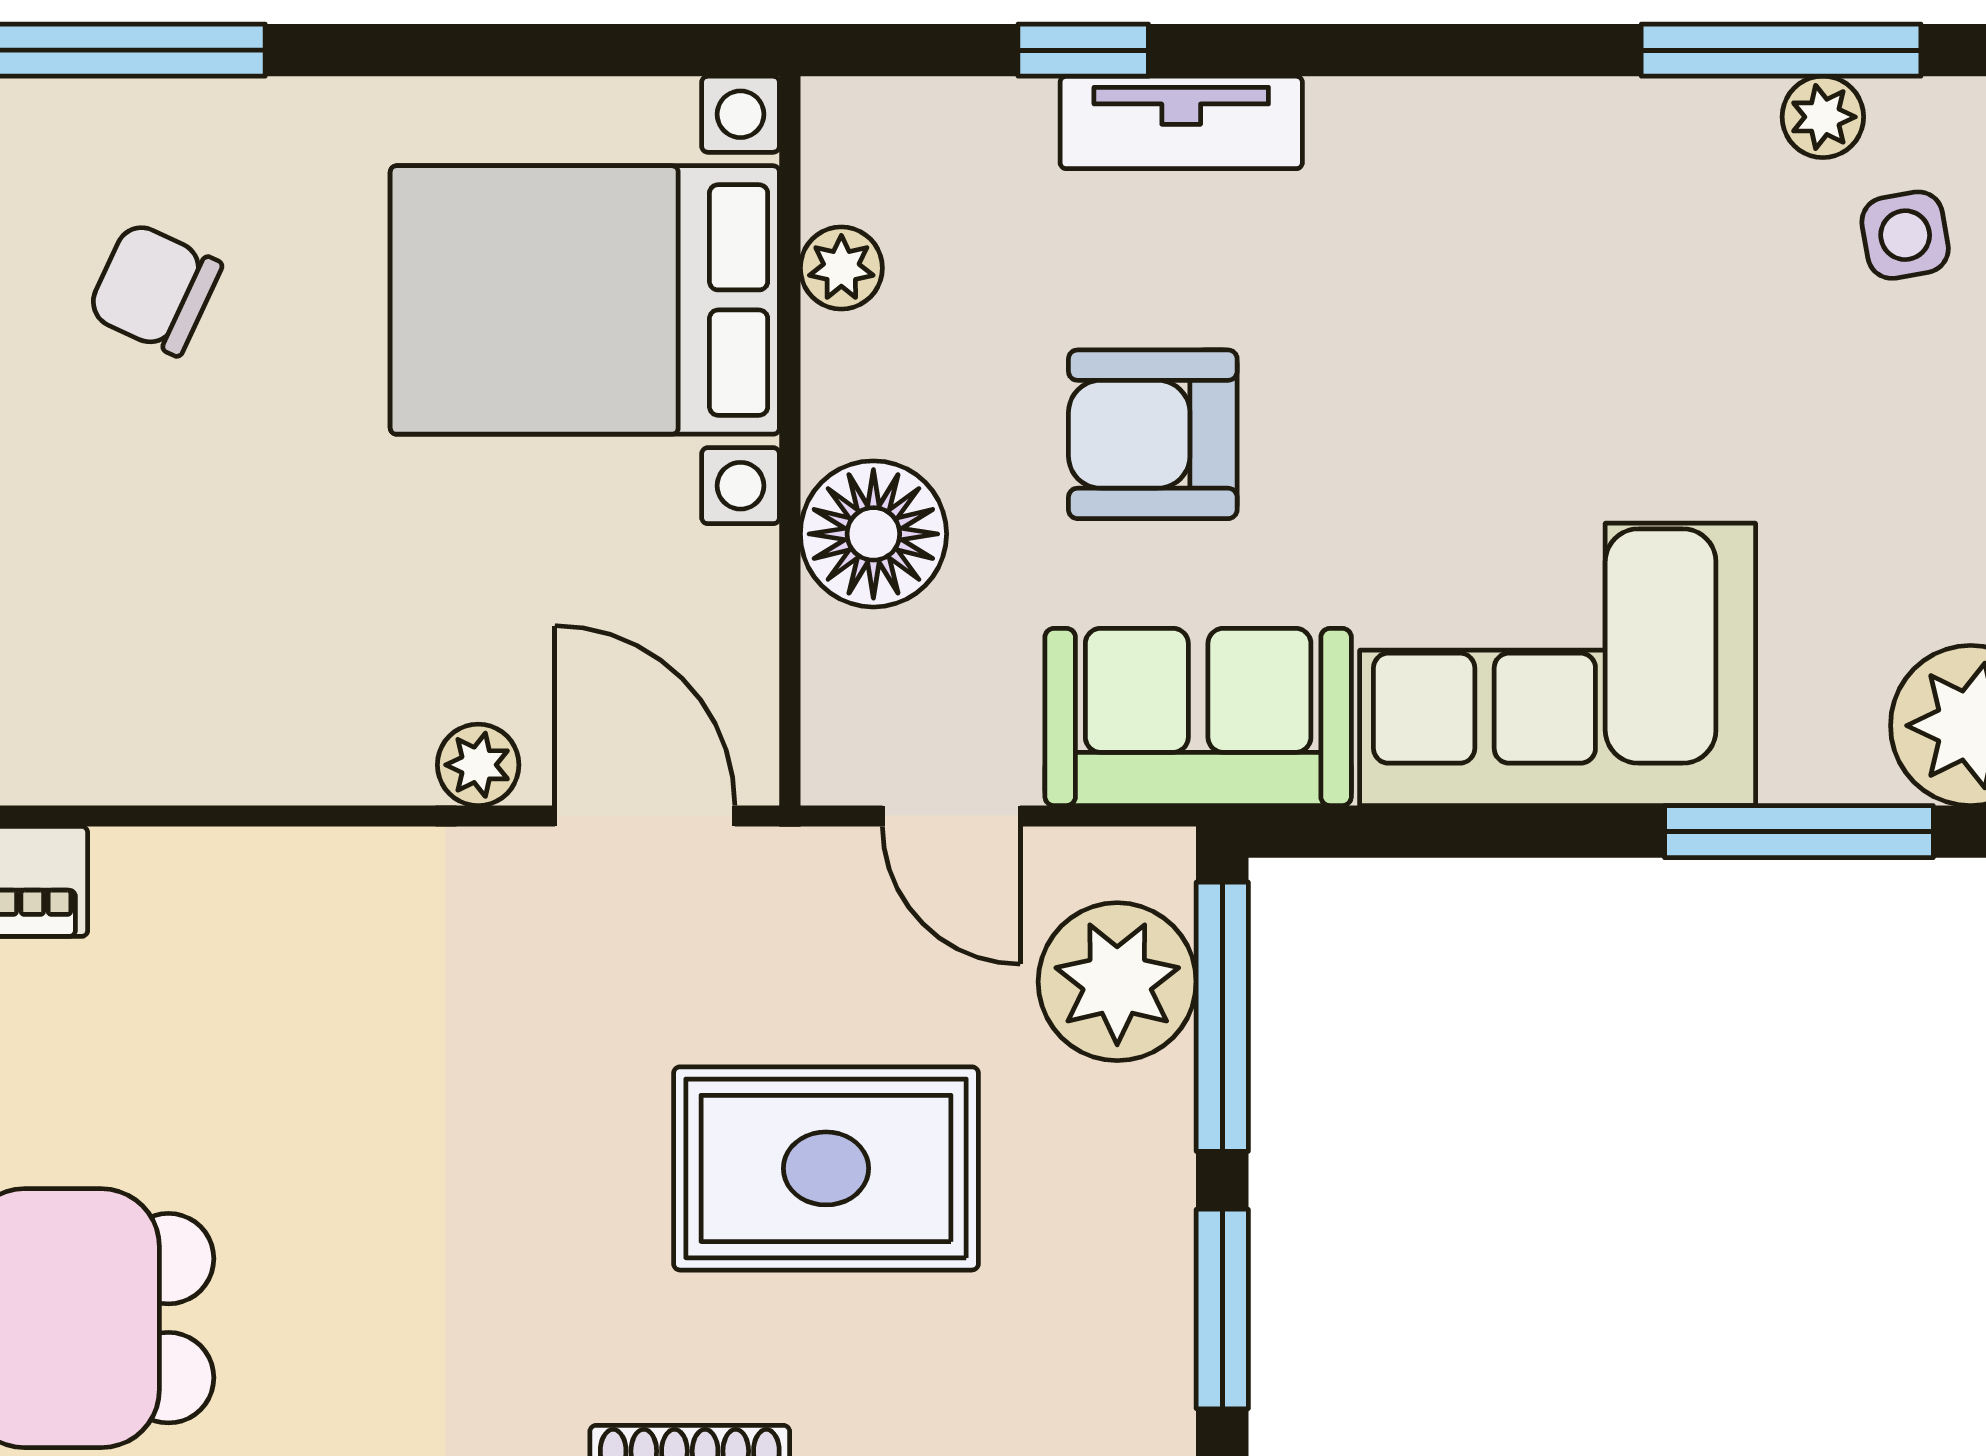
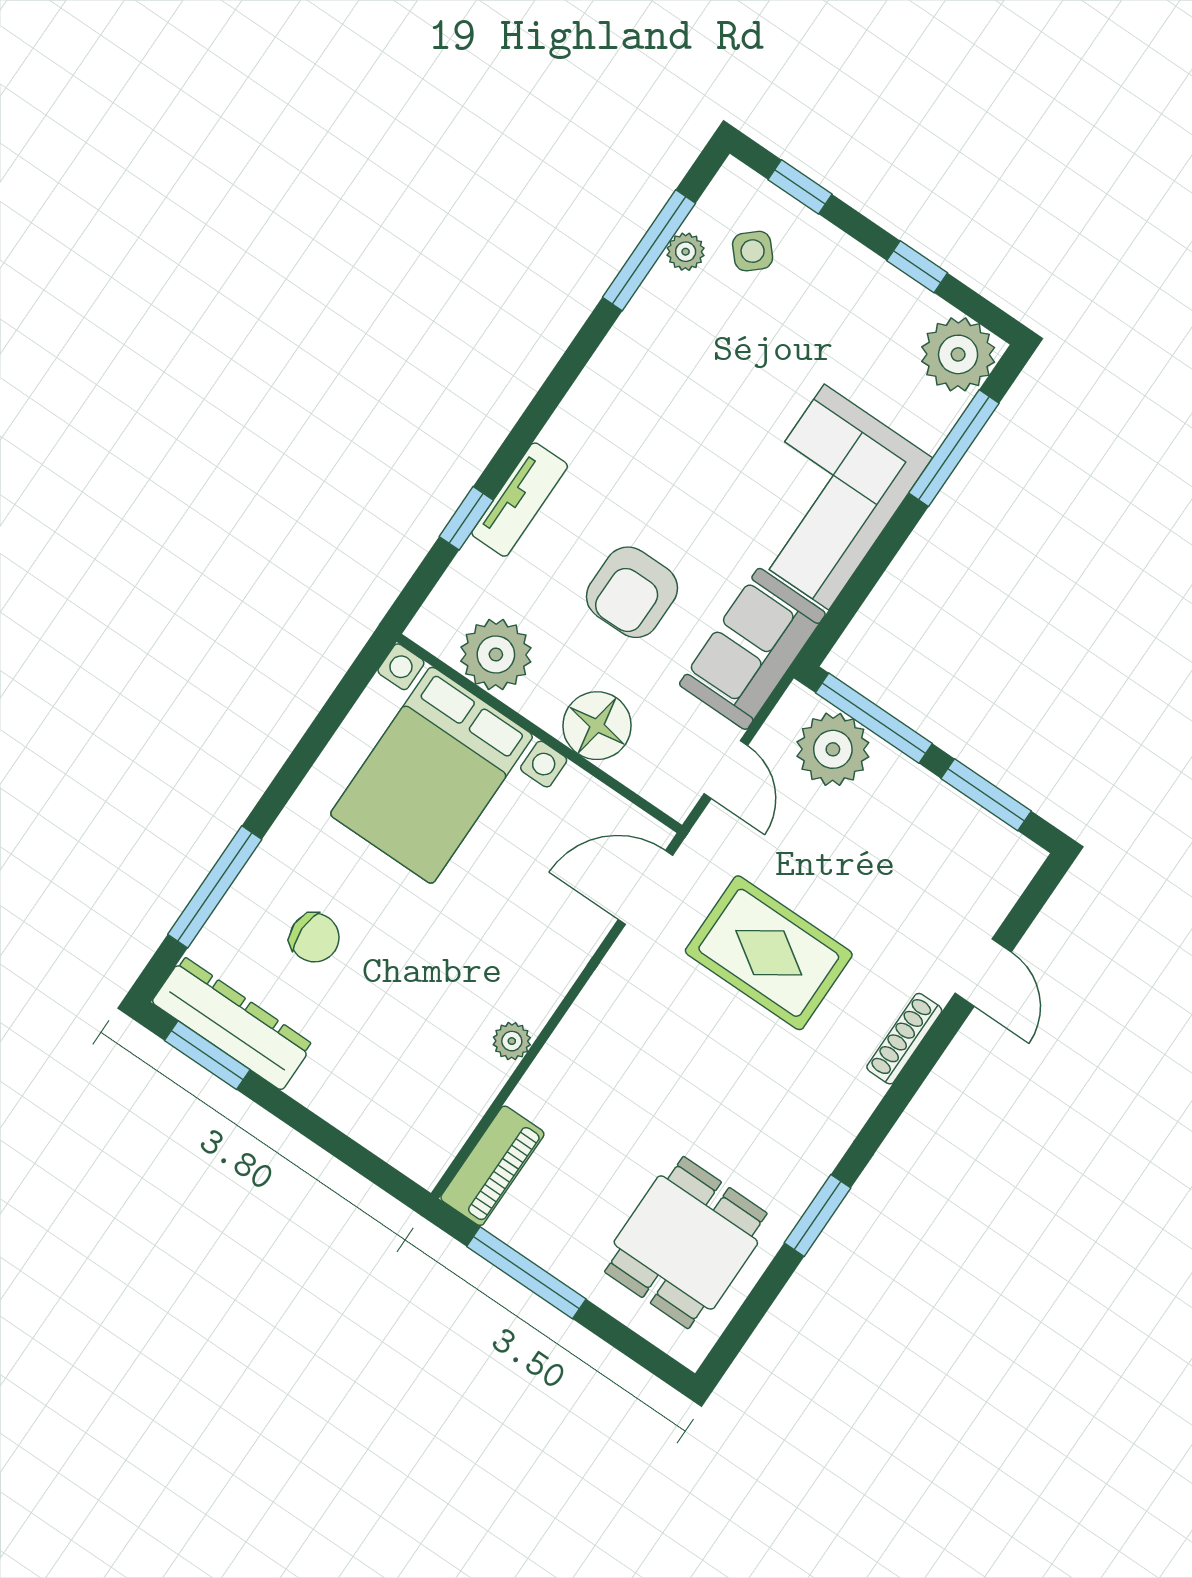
side table: (1905, 235) -> (753, 251), turned -32
plant: (841, 268) -> (496, 655), width x1.87, depth x1.87
chair: (154, 289) -> (314, 938), turned -115
plant: (478, 765) -> (512, 1041), moved
door: (951, 816) -> (726, 770), hinge flipped
rug: (826, 1168) -> (769, 953), moved, turned 90

